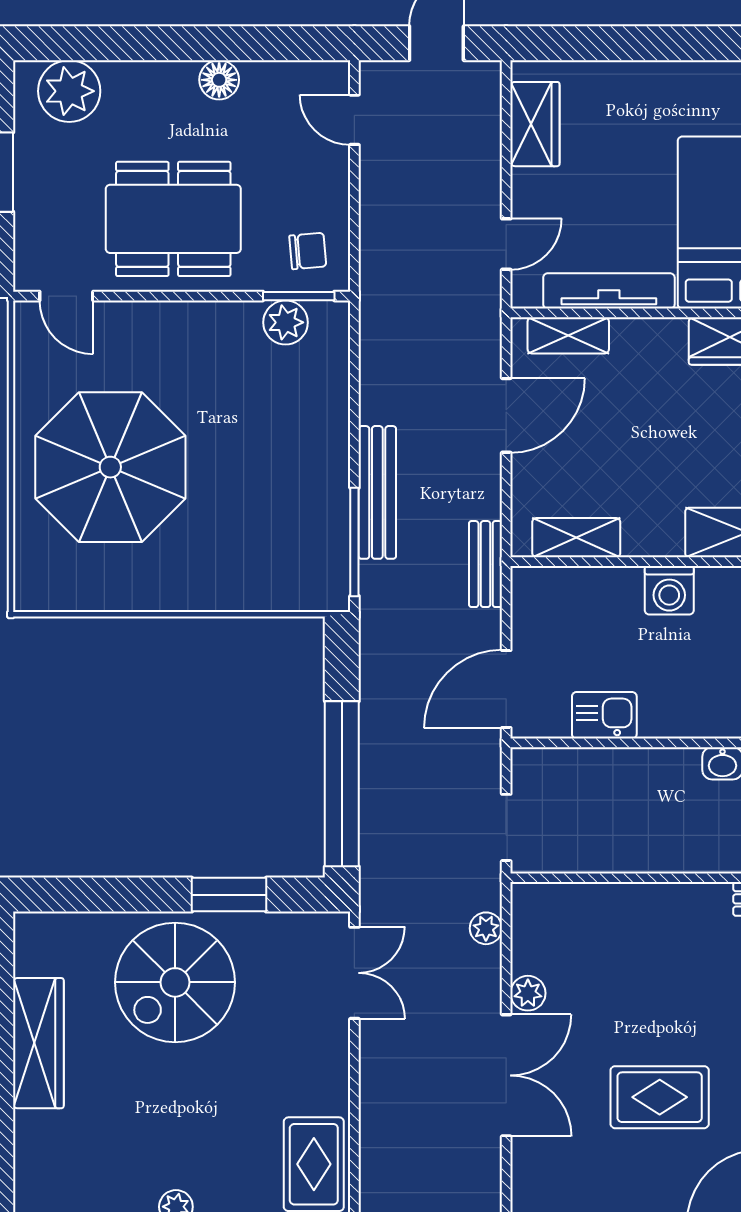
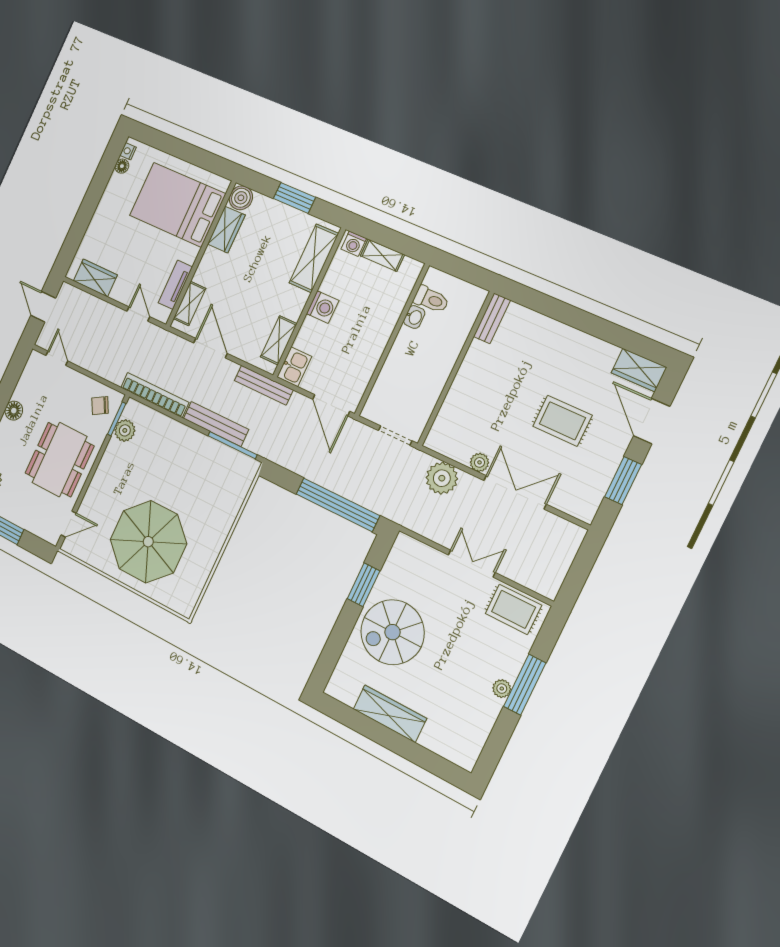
door: (354, 120) -> (57, 358), swing flipped
chair: (308, 251) -> (100, 406), turned -114
tv unit: (609, 291) -> (175, 285), width x0.71
bookcase: (375, 349) -> (155, 395), added
bench: (486, 564) -> (264, 385), width x1.36
kitchen sink: (604, 715) -> (294, 367), moved, turned 180
plant: (486, 928) -> (442, 478), width x1.88, depth x1.88
double door: (354, 973) -> (472, 564), moved
spiral stairs: (175, 982) -> (392, 632), turned 90
rug: (660, 1097) -> (562, 421), turned 90

